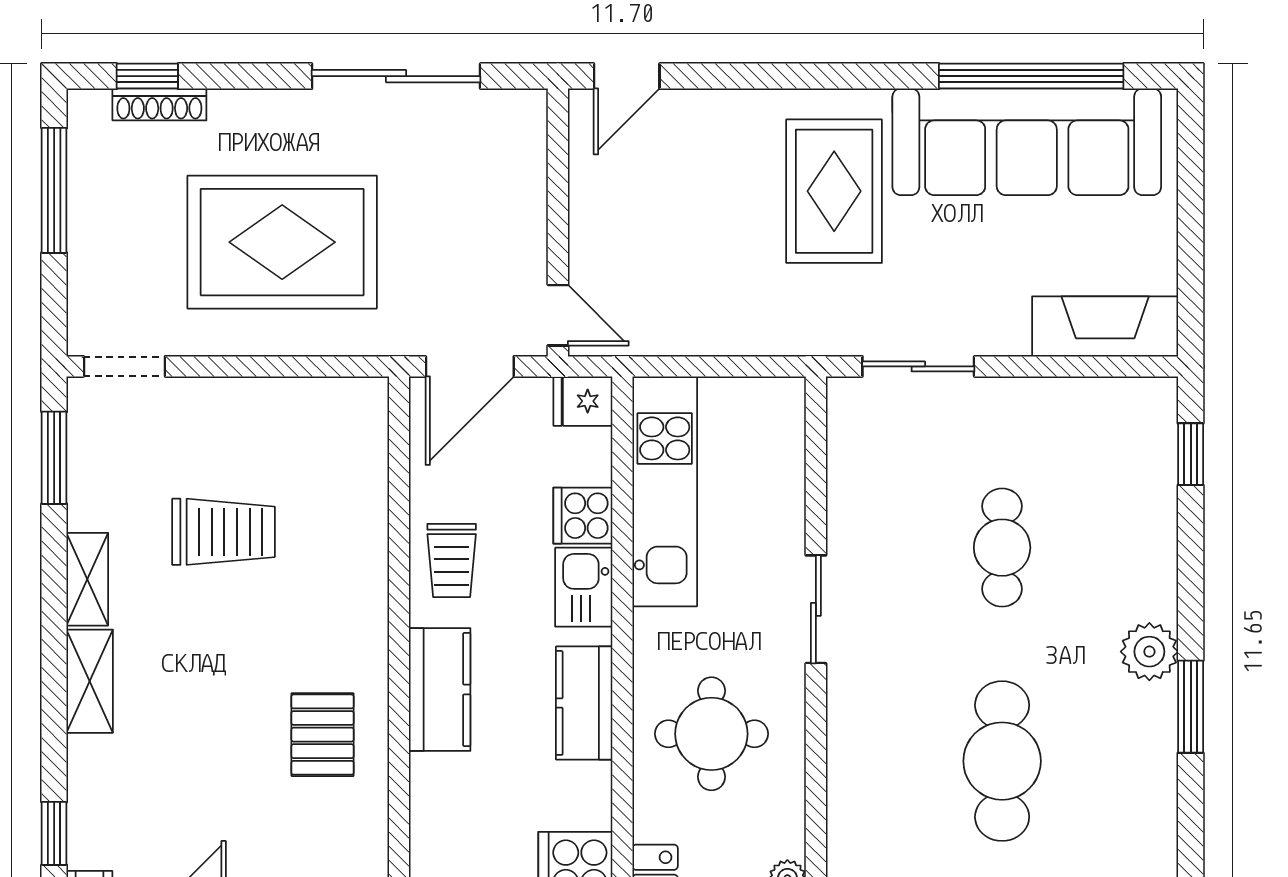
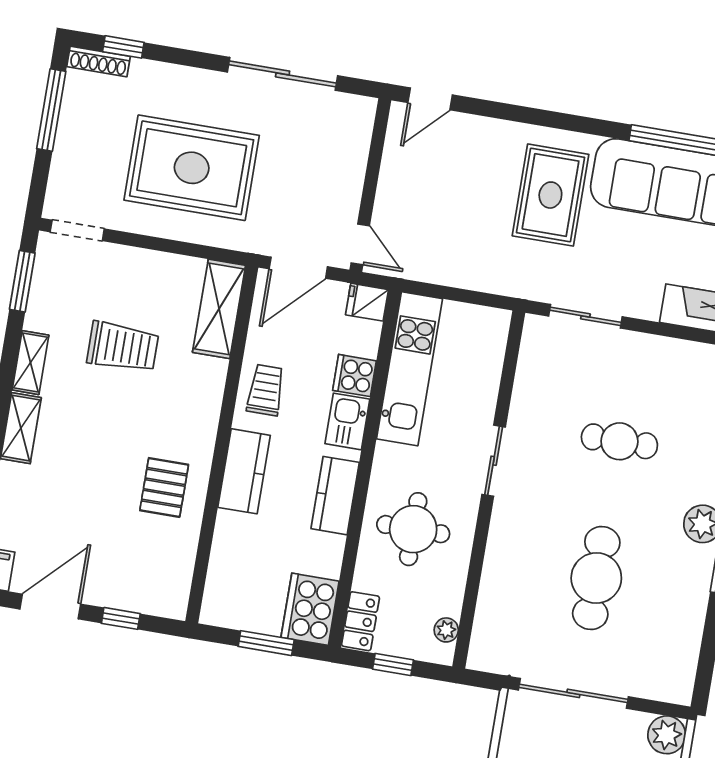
shoe rack: (159, 104) -> (99, 61), moved
shelving: (360, 449) -> (219, 309), added
cafe table: (1002, 548) -> (619, 441), turned 90
trolley: (452, 560) -> (266, 390), turned 180

